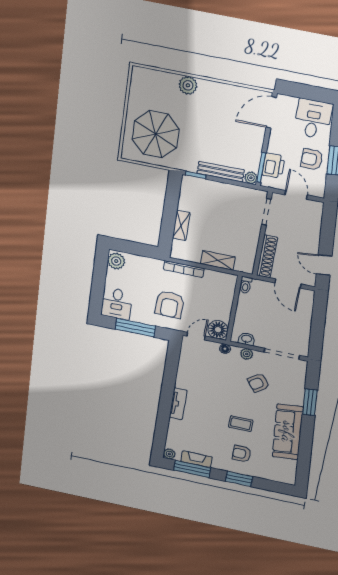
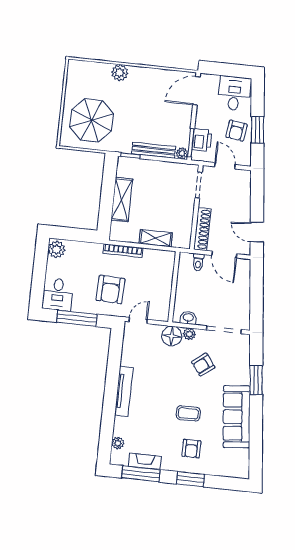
armchair: (312, 159) -> (236, 131), turned -82
shelving: (181, 225) -> (122, 200), width x1.50, depth x1.33
toilet: (246, 285) -> (198, 262), moved
floor lamp: (218, 330) -> (160, 311), removed
floor lamp: (225, 349) -> (172, 336), width x1.89, depth x1.89
tv unit: (178, 404) -> (124, 391), width x1.41
plant: (169, 454) -> (118, 443), moved
armchair: (242, 454) -> (191, 449), turned -90

